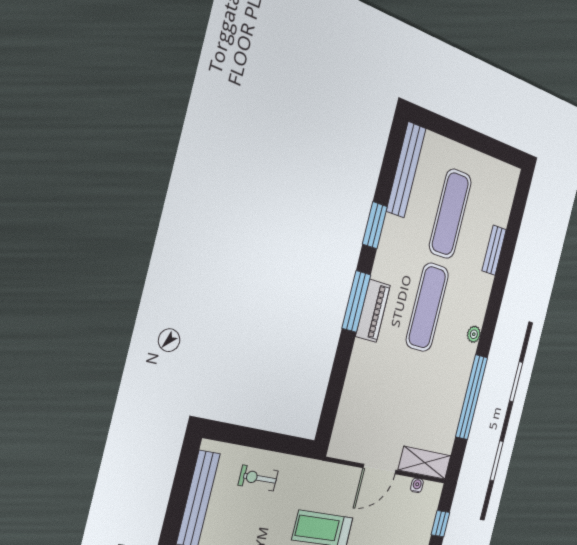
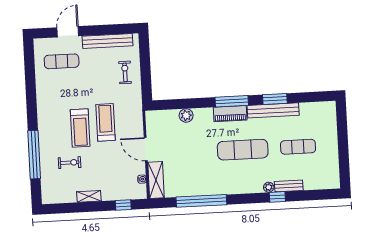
bench: (406, 170) -> (273, 110), moved
exercise mat: (450, 214) -> (298, 147), width x0.73, depth x0.69
window: (502, 274) -> (277, 197), added
plant: (474, 334) -> (269, 187), moved
plant: (353, 387) -> (186, 115), added

